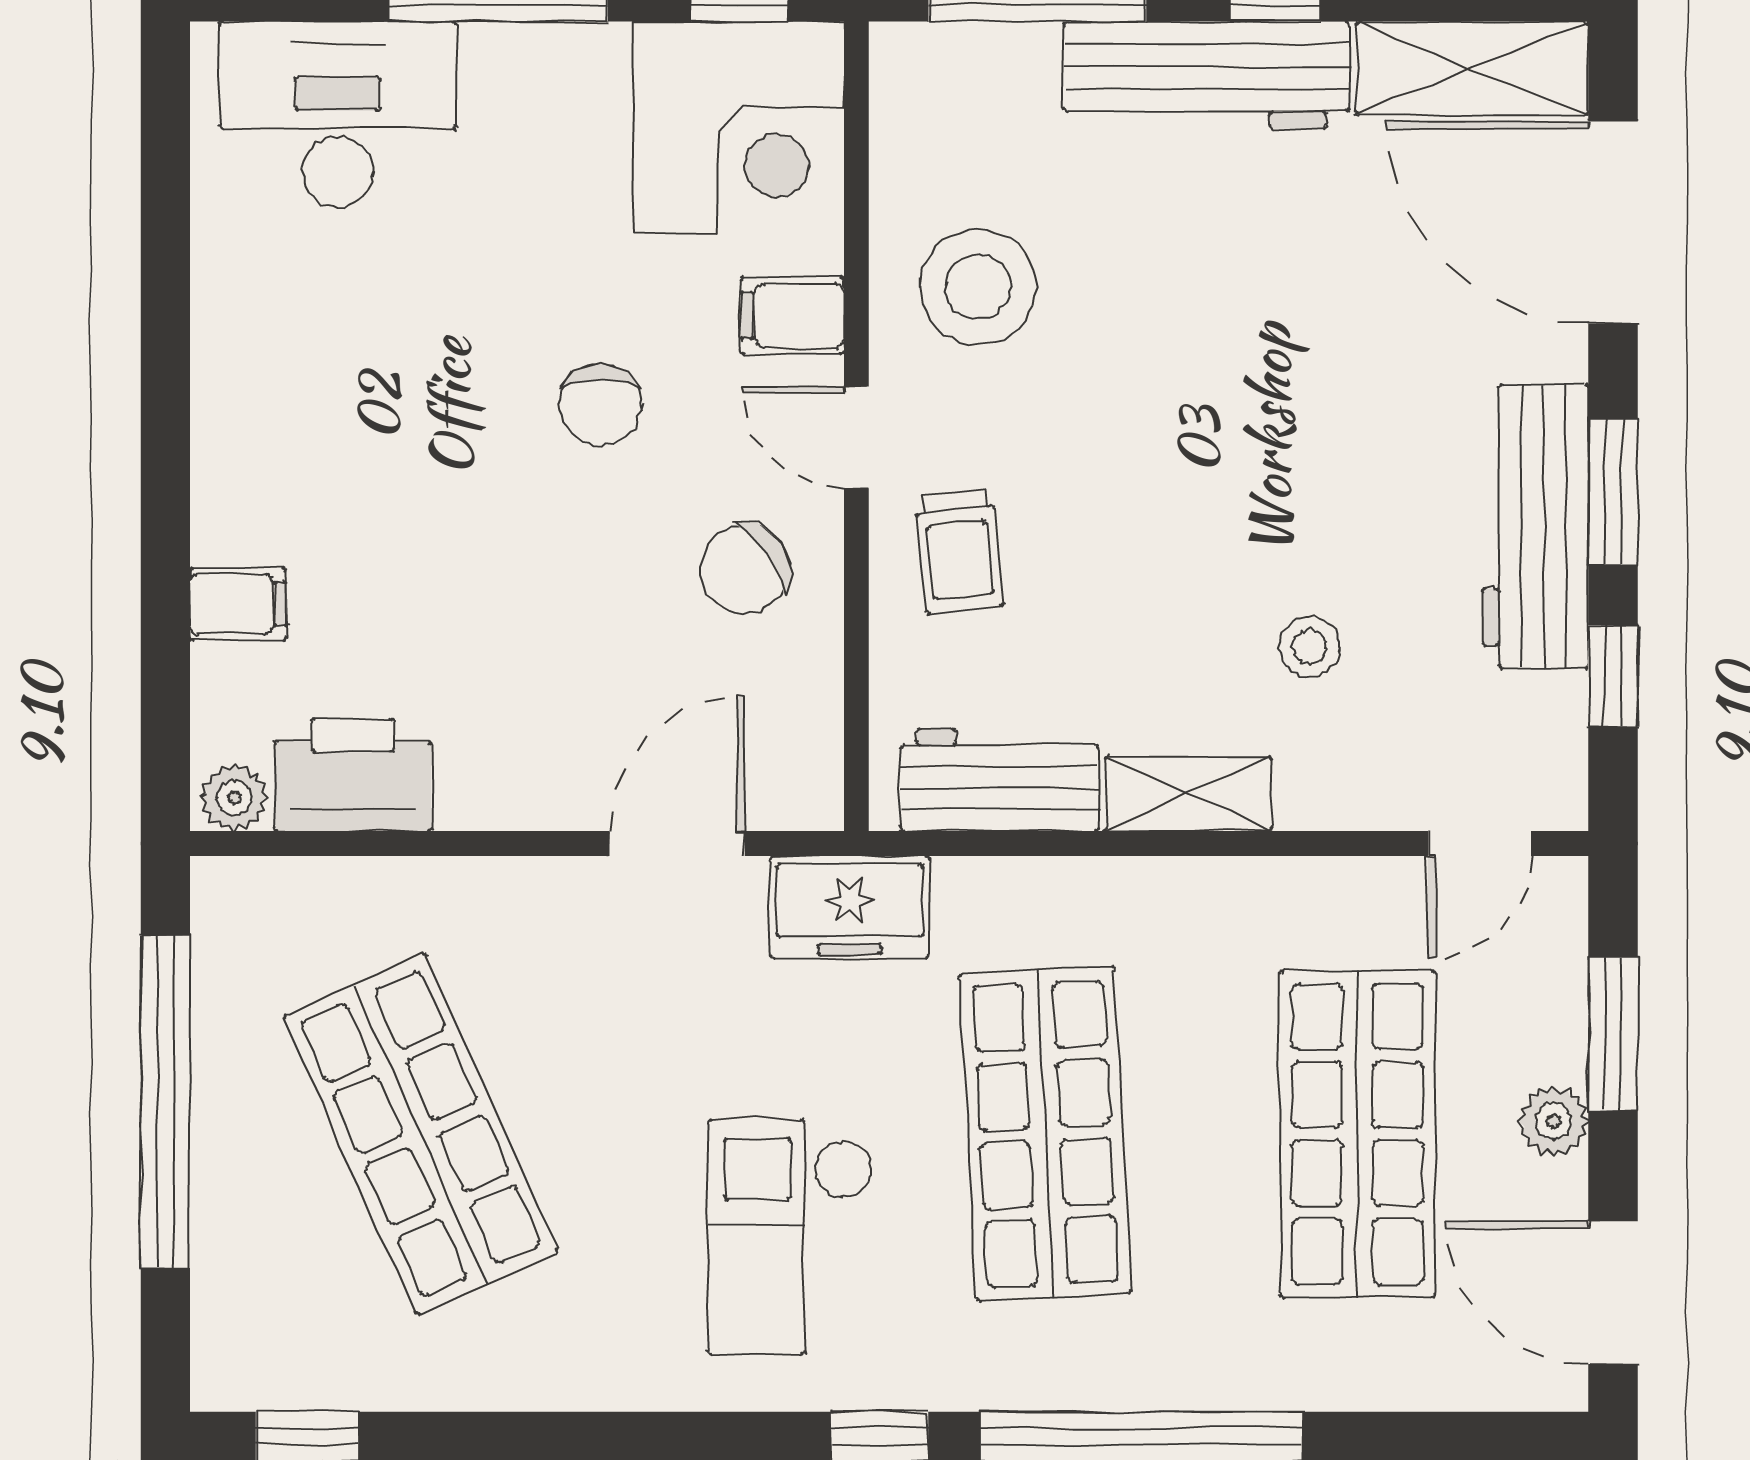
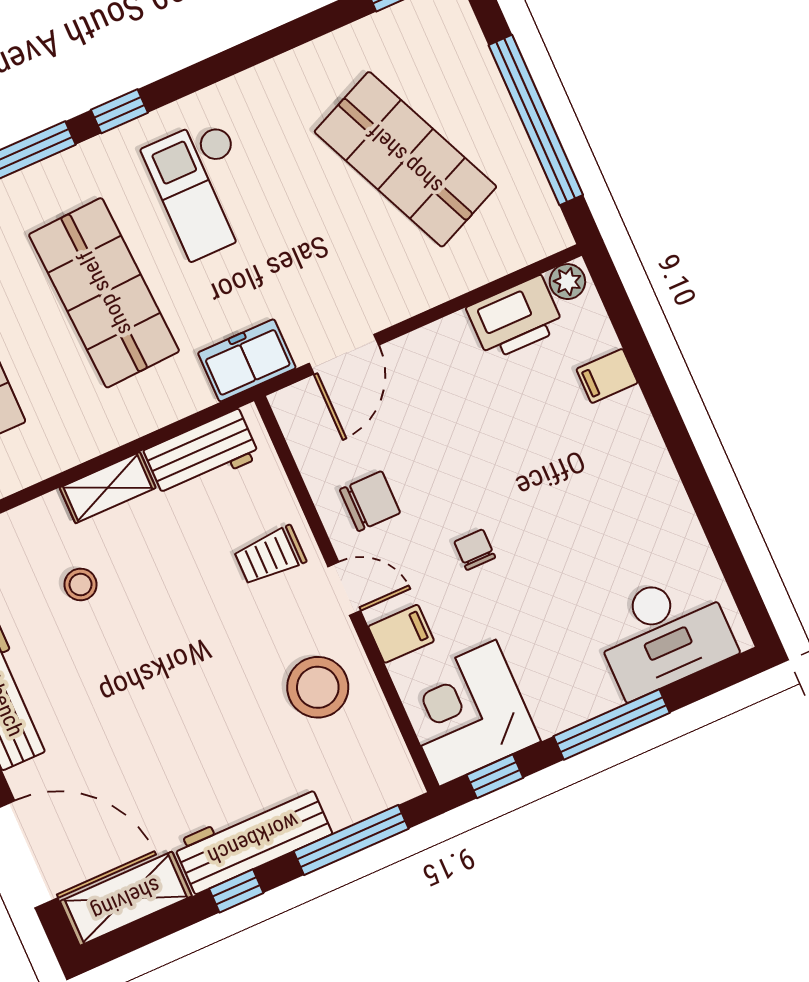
chair: (601, 405) -> (475, 550), width x0.73, depth x0.73
trolley: (959, 552) -> (270, 556), turned -84
chair: (745, 569) -> (370, 501), turned 35
checkout: (791, 1237) -> (205, 188), turned 180

